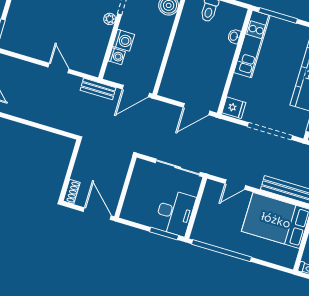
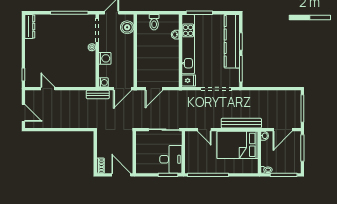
kitchen unit: (252, 44) -> (188, 44), width x1.36
washing machine: (117, 56) -> (104, 82), moved
door: (59, 68) -> (48, 89), moved
door: (196, 109) -> (154, 89), moved
door: (235, 185) -> (204, 130), hinge flipped

